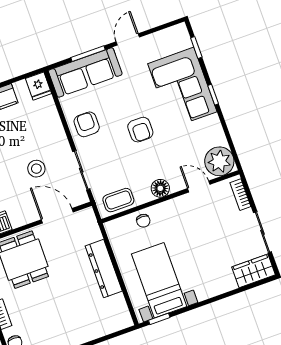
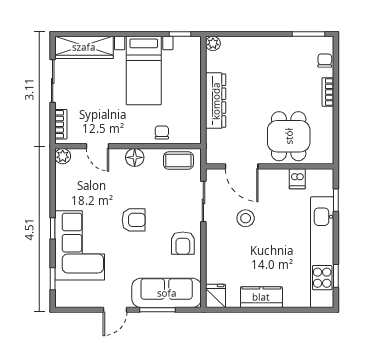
armchair: (140, 130) -> (134, 220), turned 90
plant: (219, 161) -> (63, 156), width x0.53, depth x0.53
wardrobe: (253, 271) -> (84, 47), width x1.50
bed with nightstands: (159, 280) -> (144, 71), moved
plant: (125, 321) -> (213, 43), added

